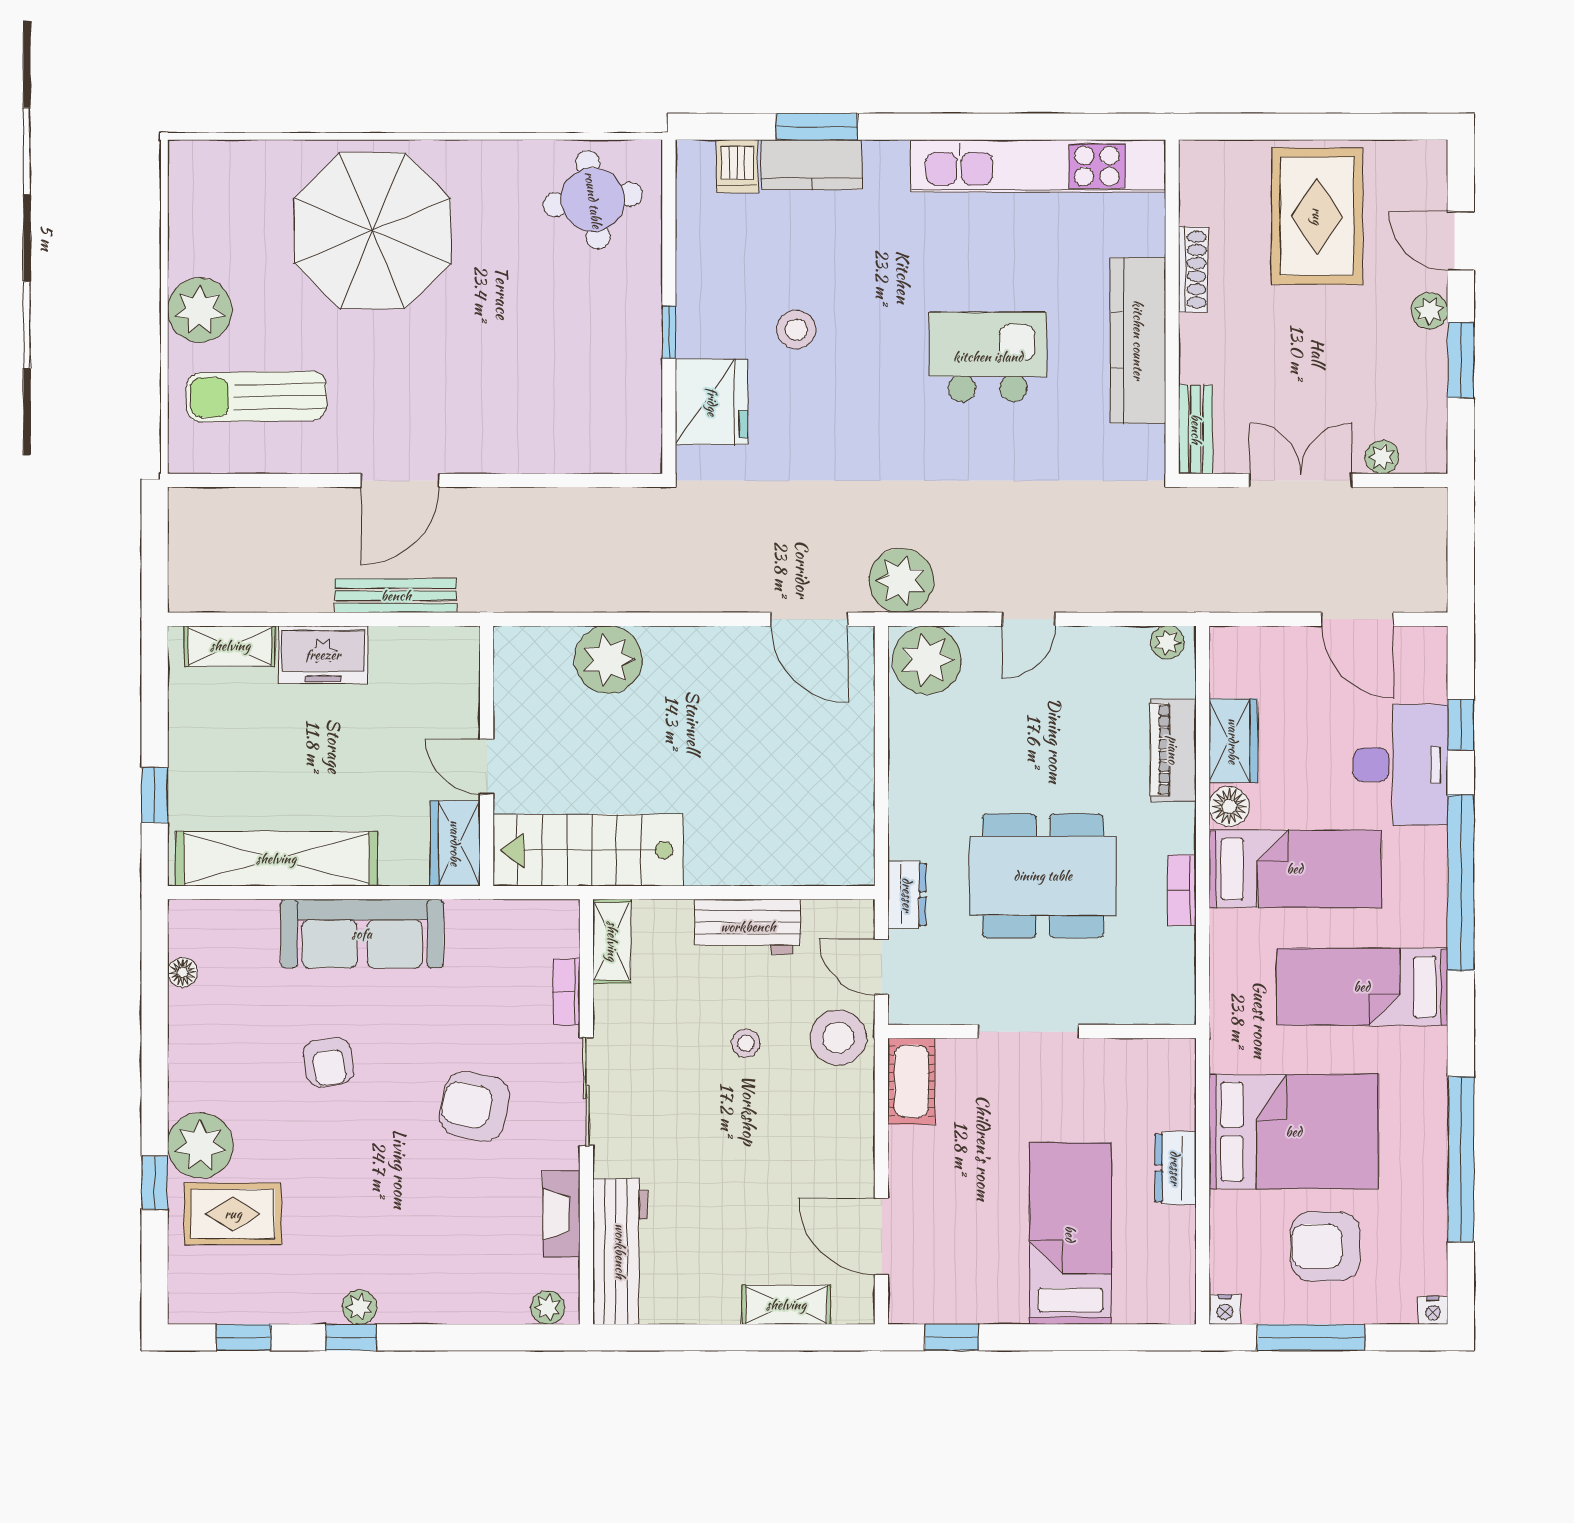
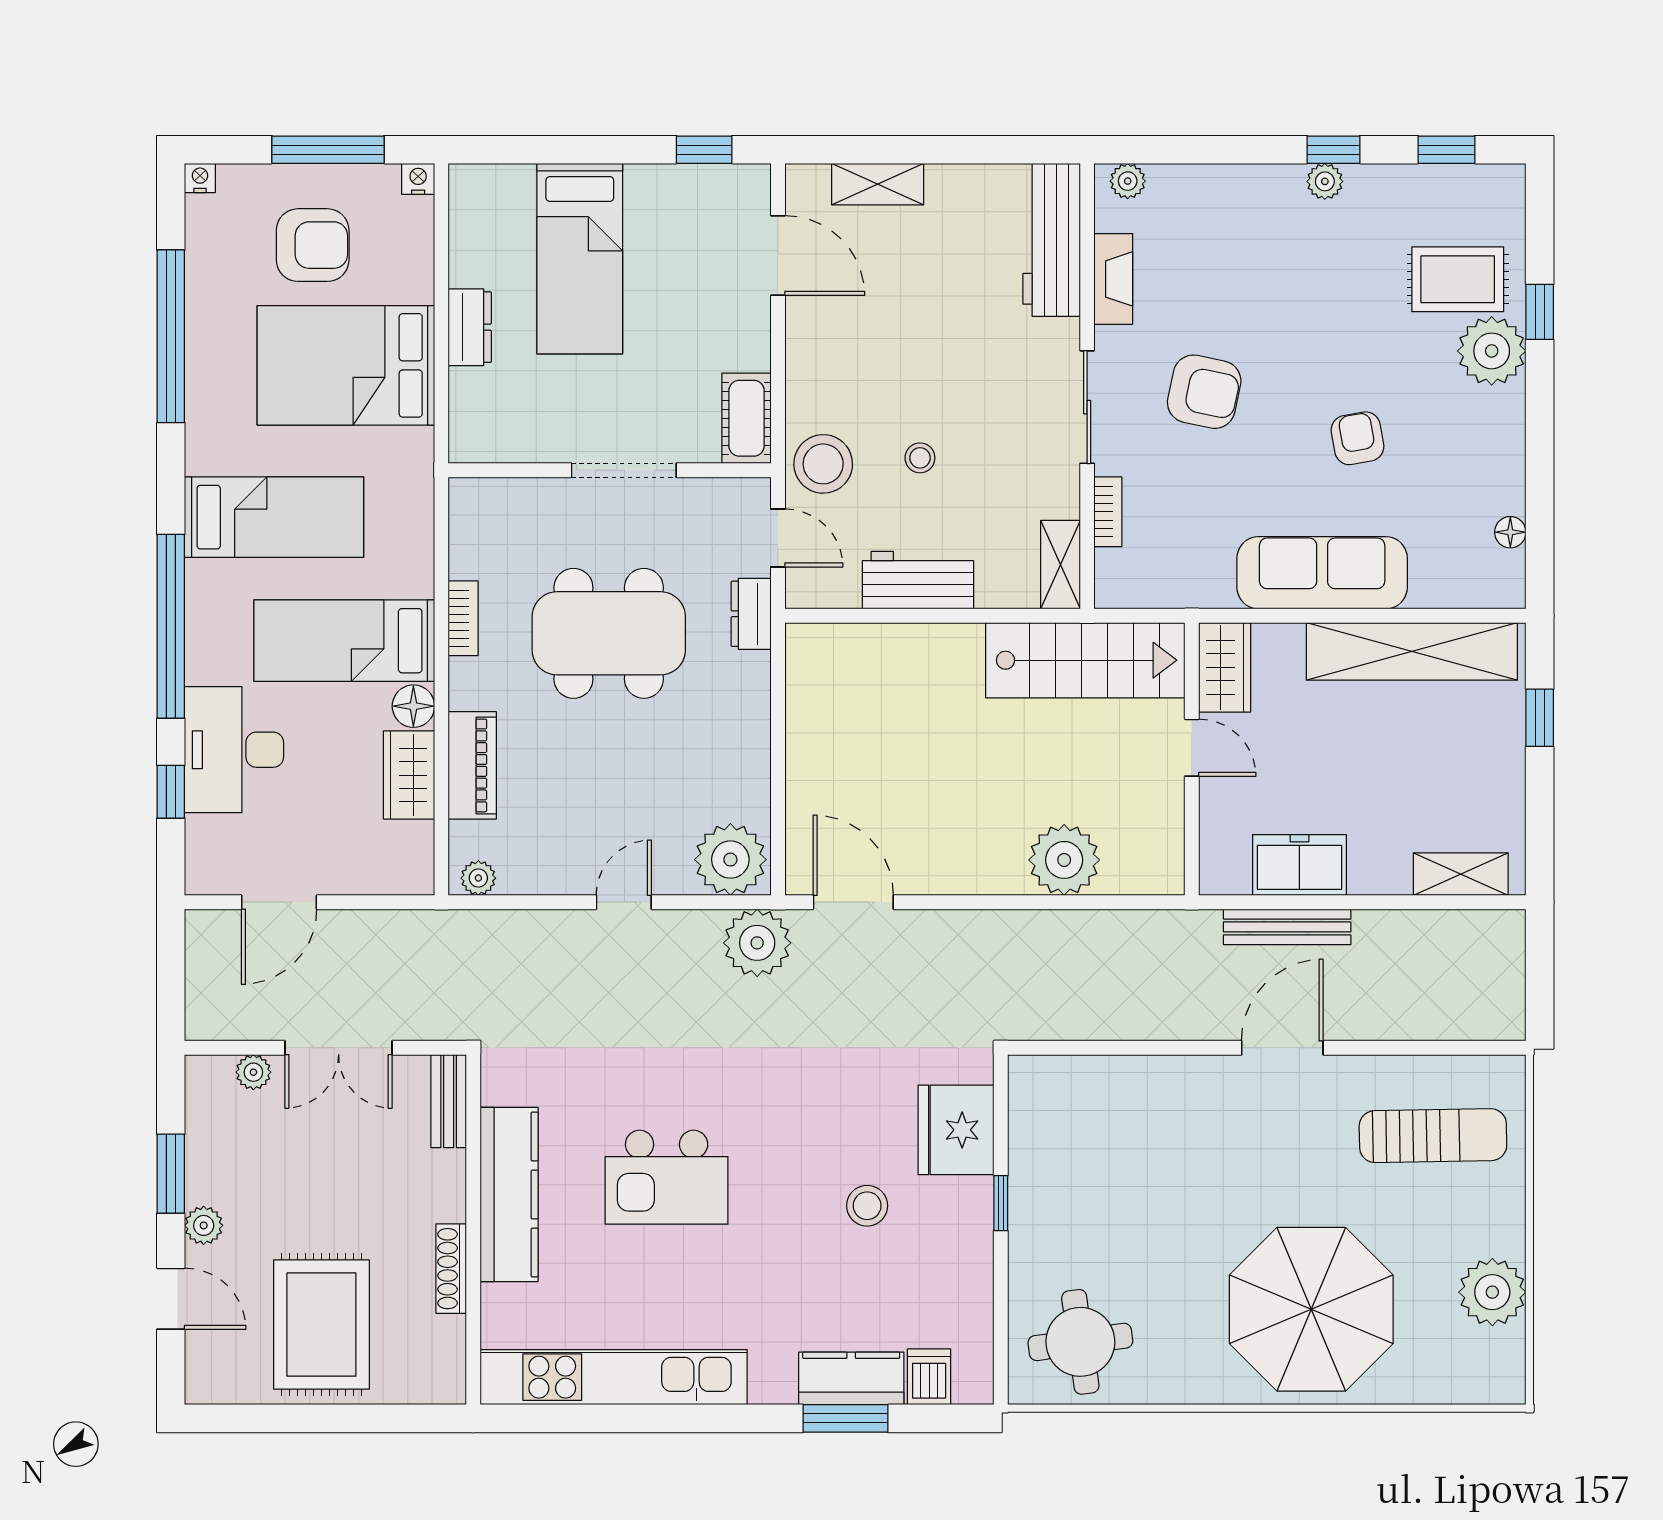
plant: (200, 310) -> (1492, 1292), moved
door: (1357, 619) -> (279, 902), swing flipped
freezer: (323, 655) -> (1299, 865), moved

